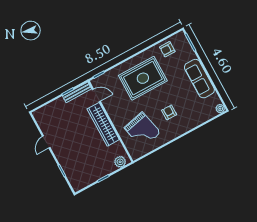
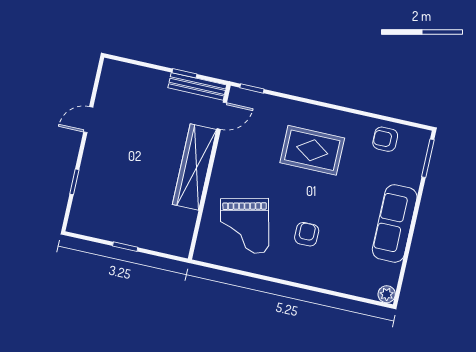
rug: (143, 78) -> (312, 150), width x0.73, depth x0.69
door: (96, 95) -> (222, 116), hinge flipped
plant: (120, 162) -> (171, 244), removed

